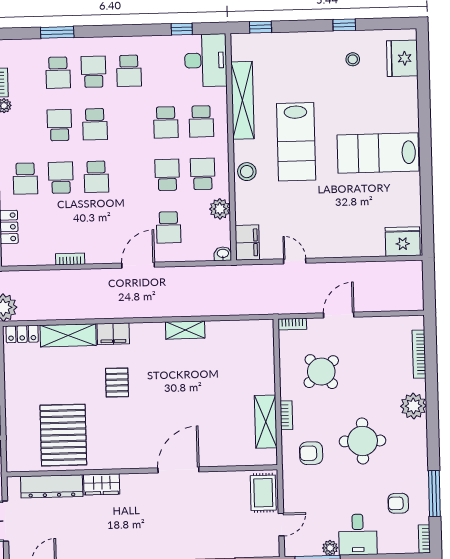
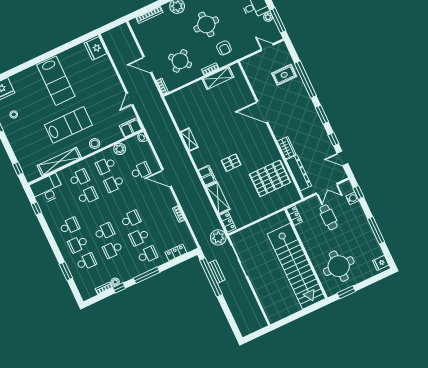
rug: (263, 493) -> (284, 75), moved

